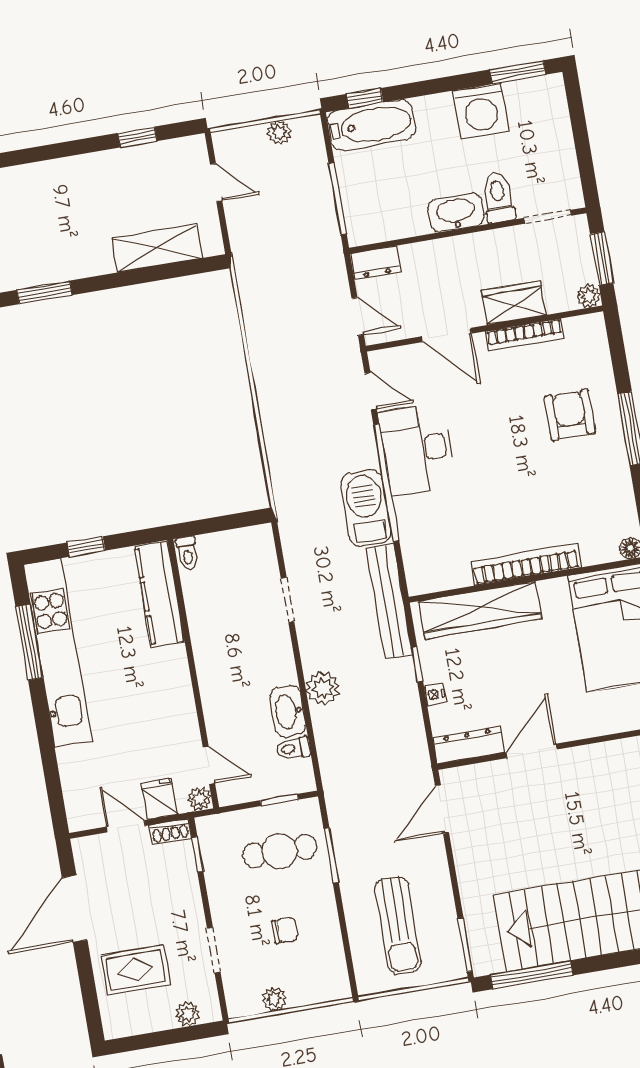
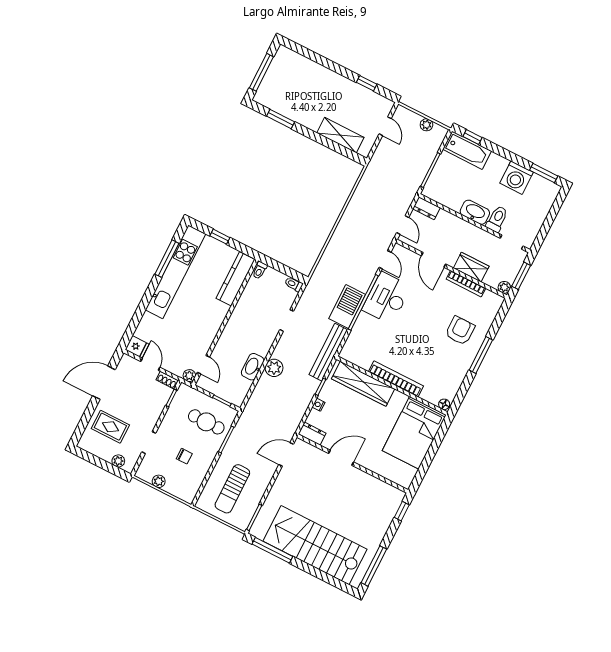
dresser: (469, 745) -> (312, 434), width x0.70
toilet: (293, 748) -> (294, 284), moved
fridge: (159, 799) -> (137, 347), moved, turned 90

